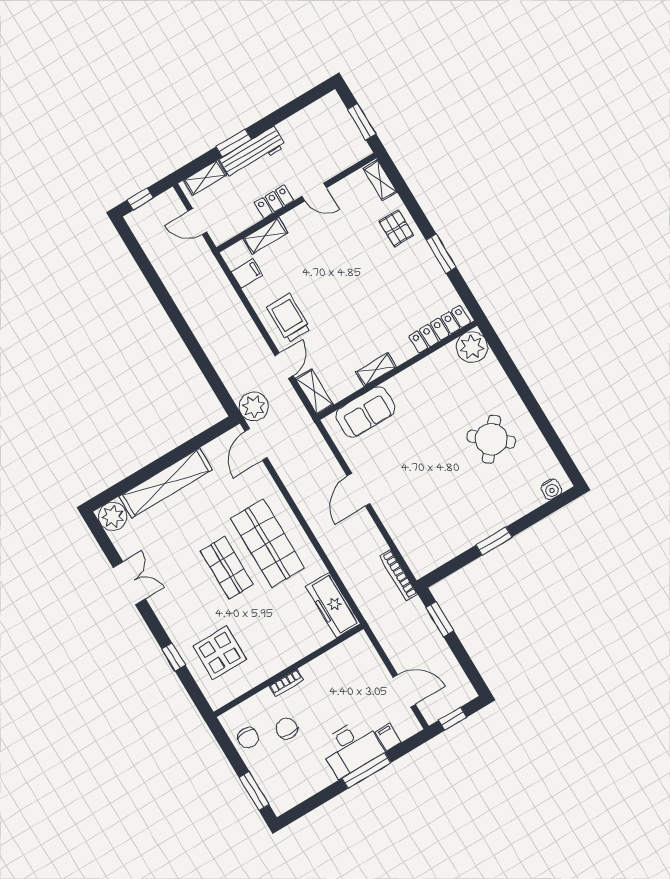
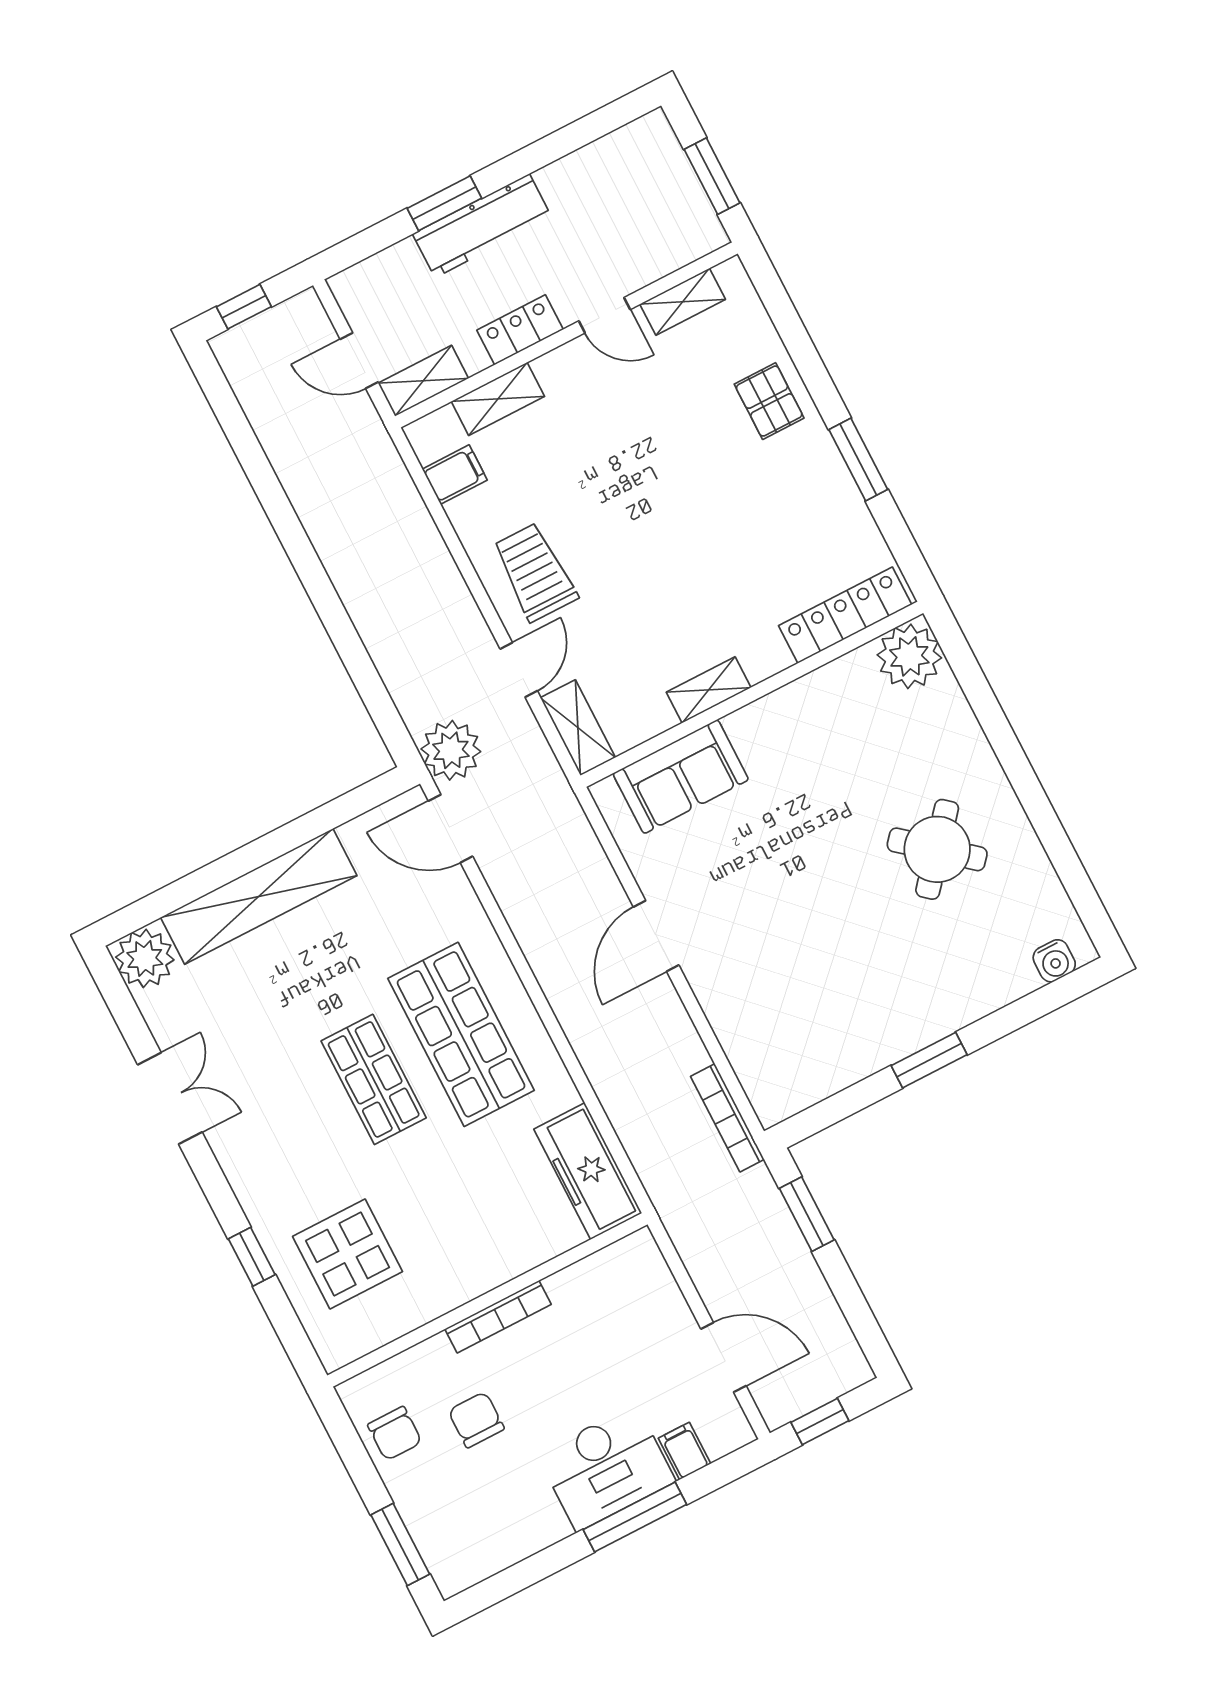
shelving: (205, 178) -> (423, 381), moved
shelving: (380, 180) -> (683, 302), moved, turned 90
door: (256, 444) -> (451, 829), hinge flipped
bookcase: (286, 683) -> (498, 1317), width x1.56

